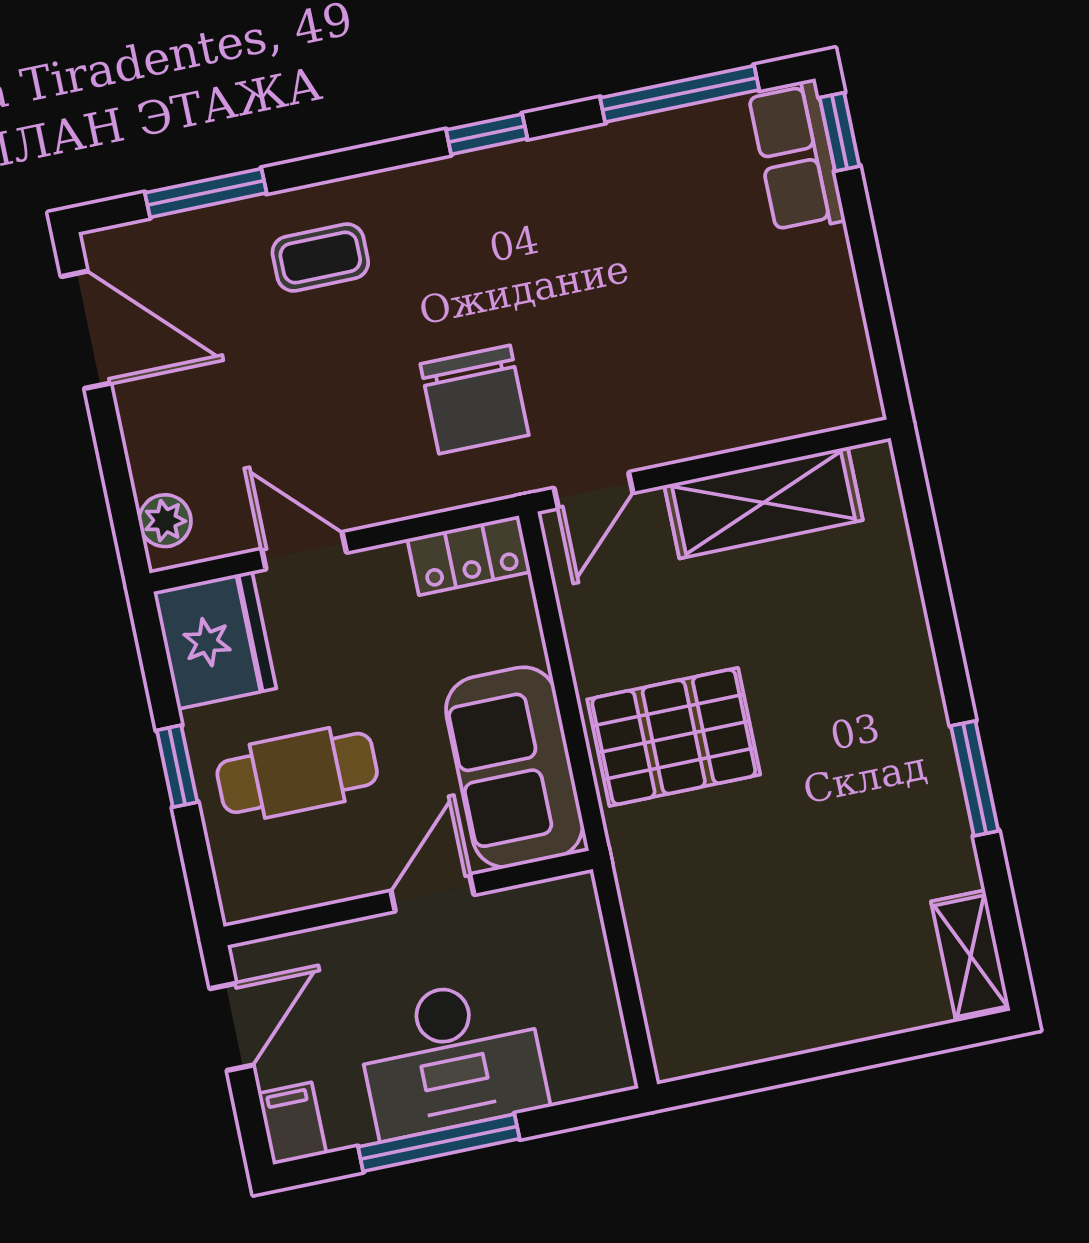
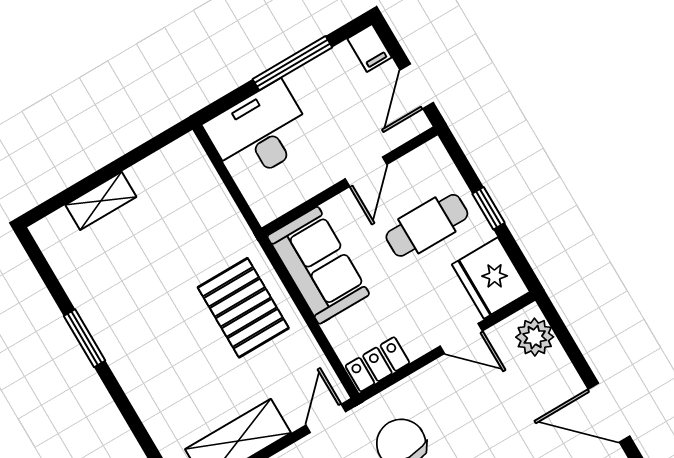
plant: (165, 521) -> (535, 337), width x1.38, depth x1.38
pallet: (674, 737) -> (243, 308), turned 90
door: (432, 893) -> (366, 172), moved
shelving: (971, 956) -> (101, 201), moved, turned 90
desk: (451, 1057) -> (260, 133), moved

